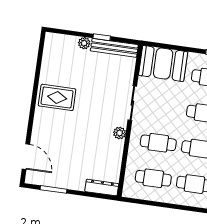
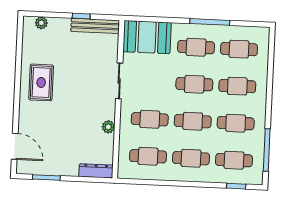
plant: (84, 43) -> (41, 23), moved
rug: (57, 97) -> (41, 82), turned 90
plant: (120, 133) -> (108, 127), moved

